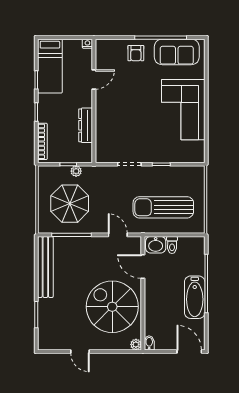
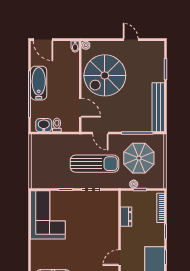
corner sofa: (183, 110) -> (48, 215), moved
dresser: (86, 125) -> (126, 217), width x0.70
sun lounger: (163, 207) -> (94, 164), moved
washbasin: (156, 245) -> (44, 125), moved
spiral stairs: (112, 307) -> (105, 75), turned 90

